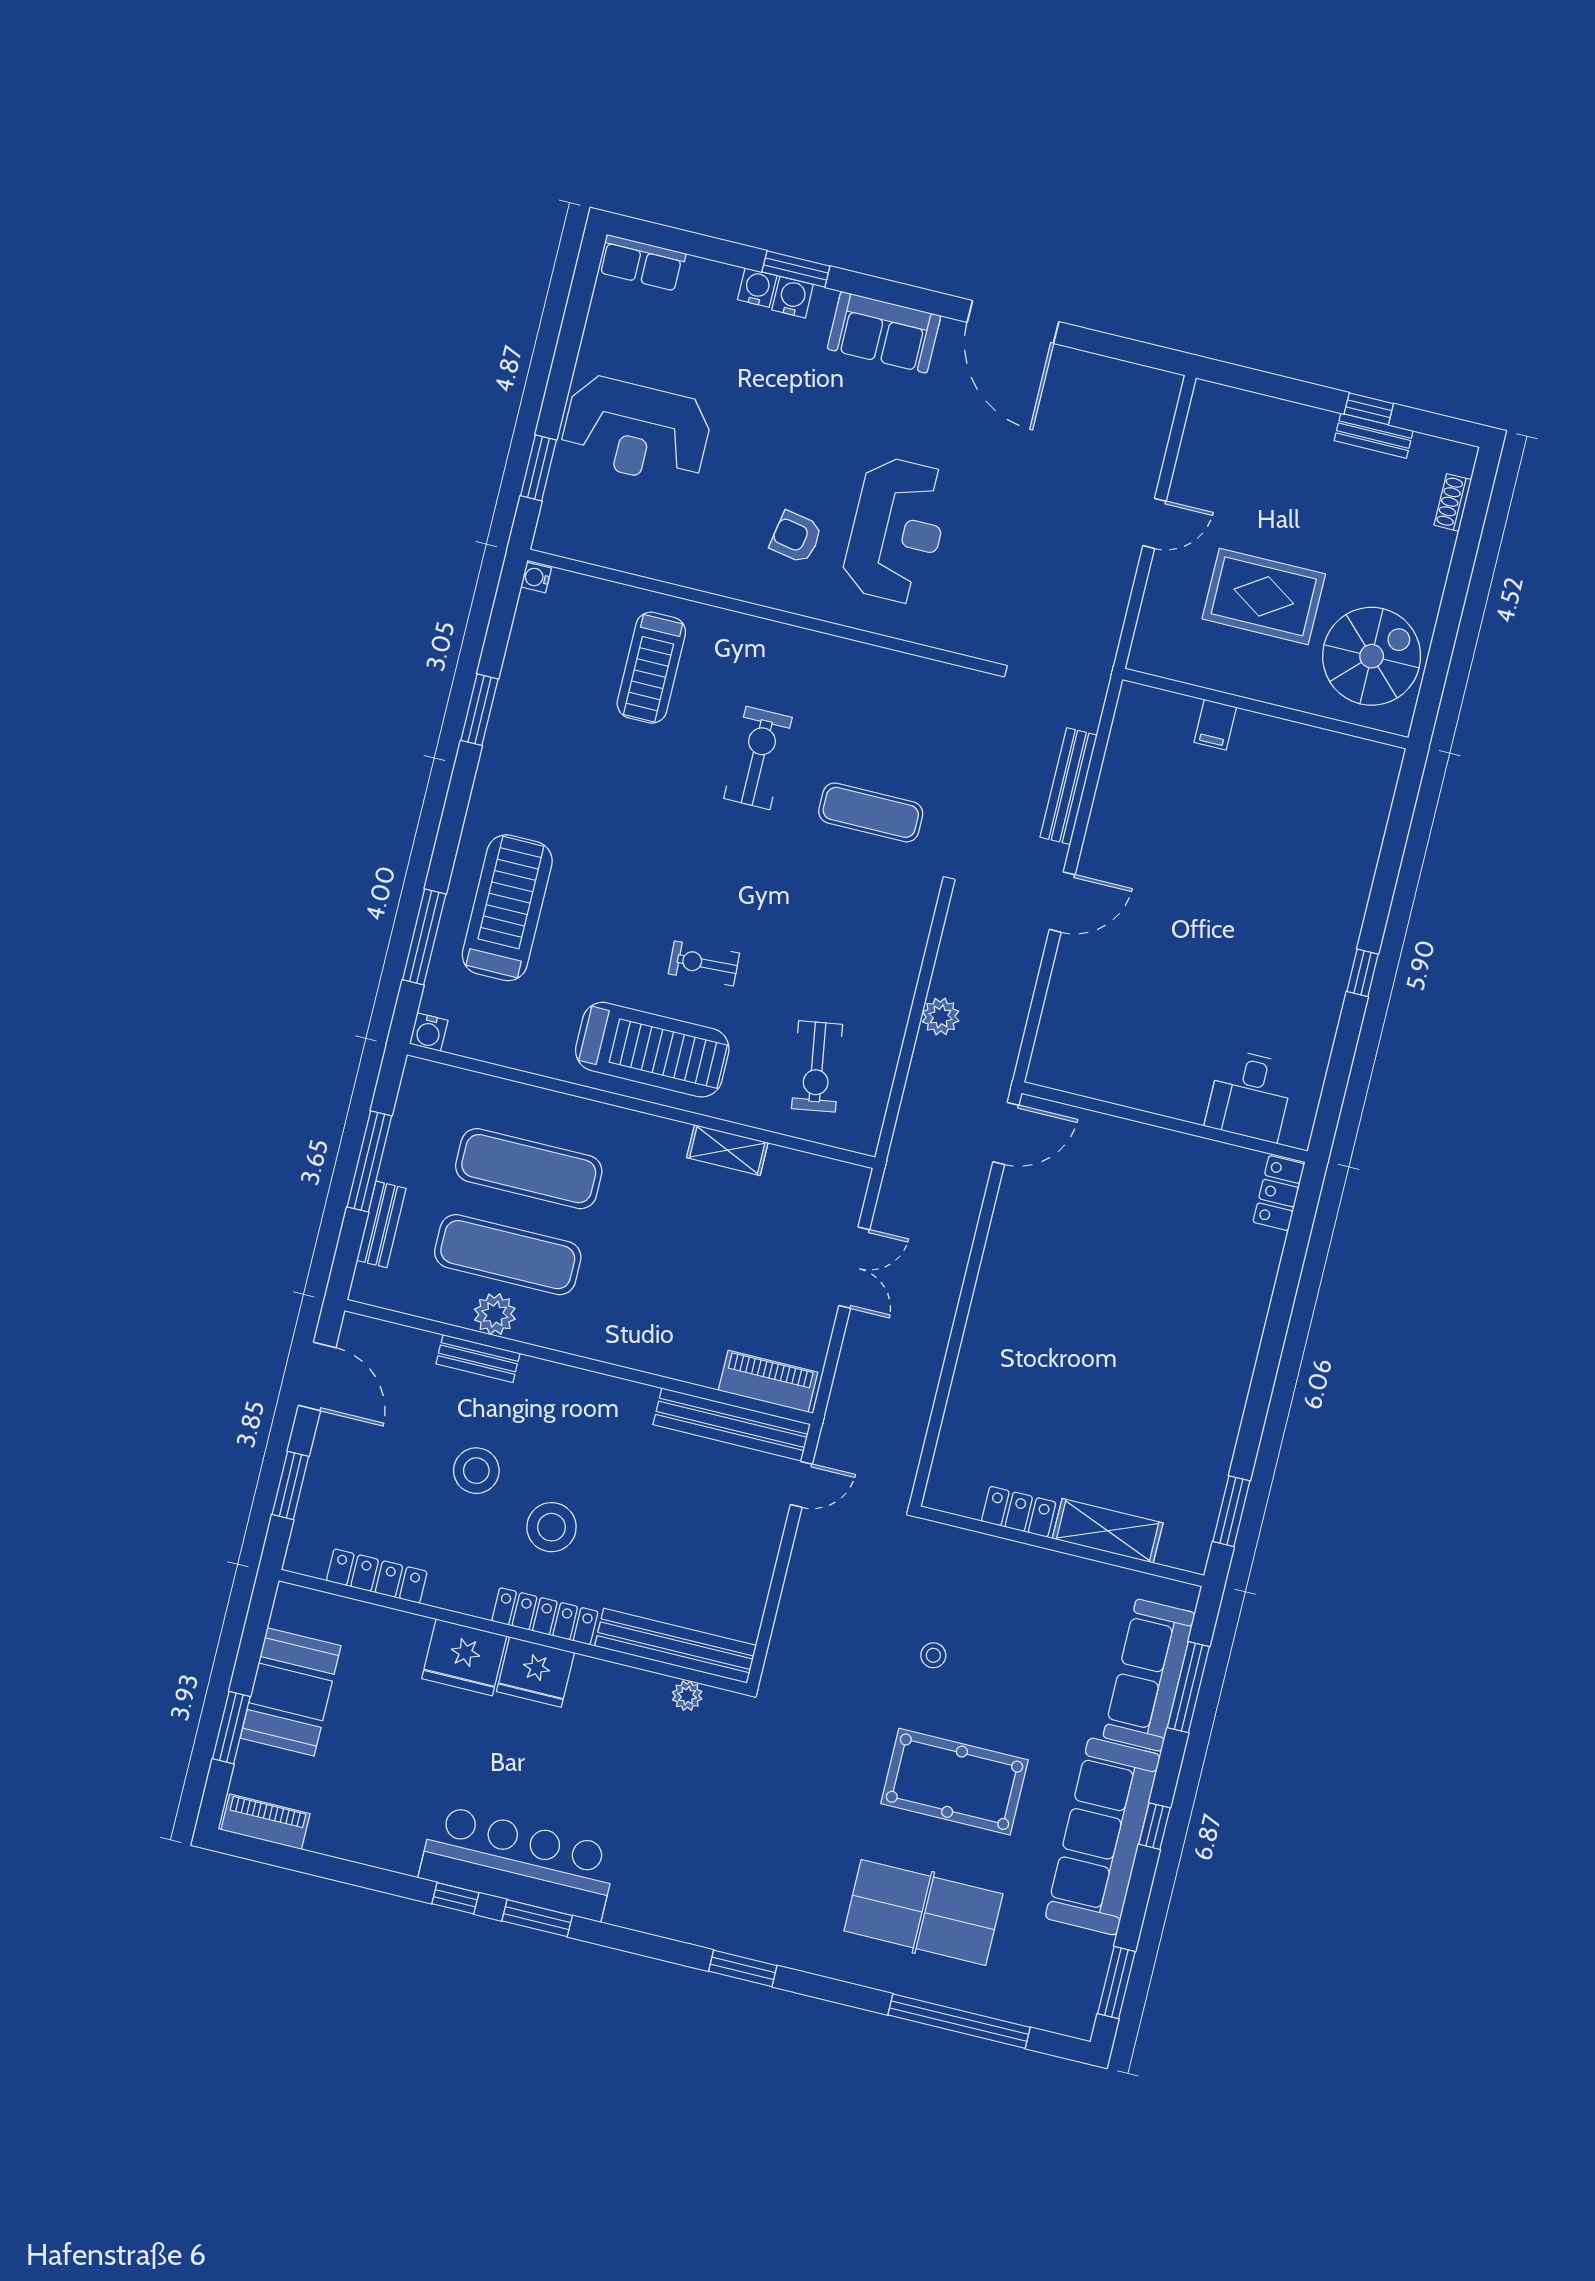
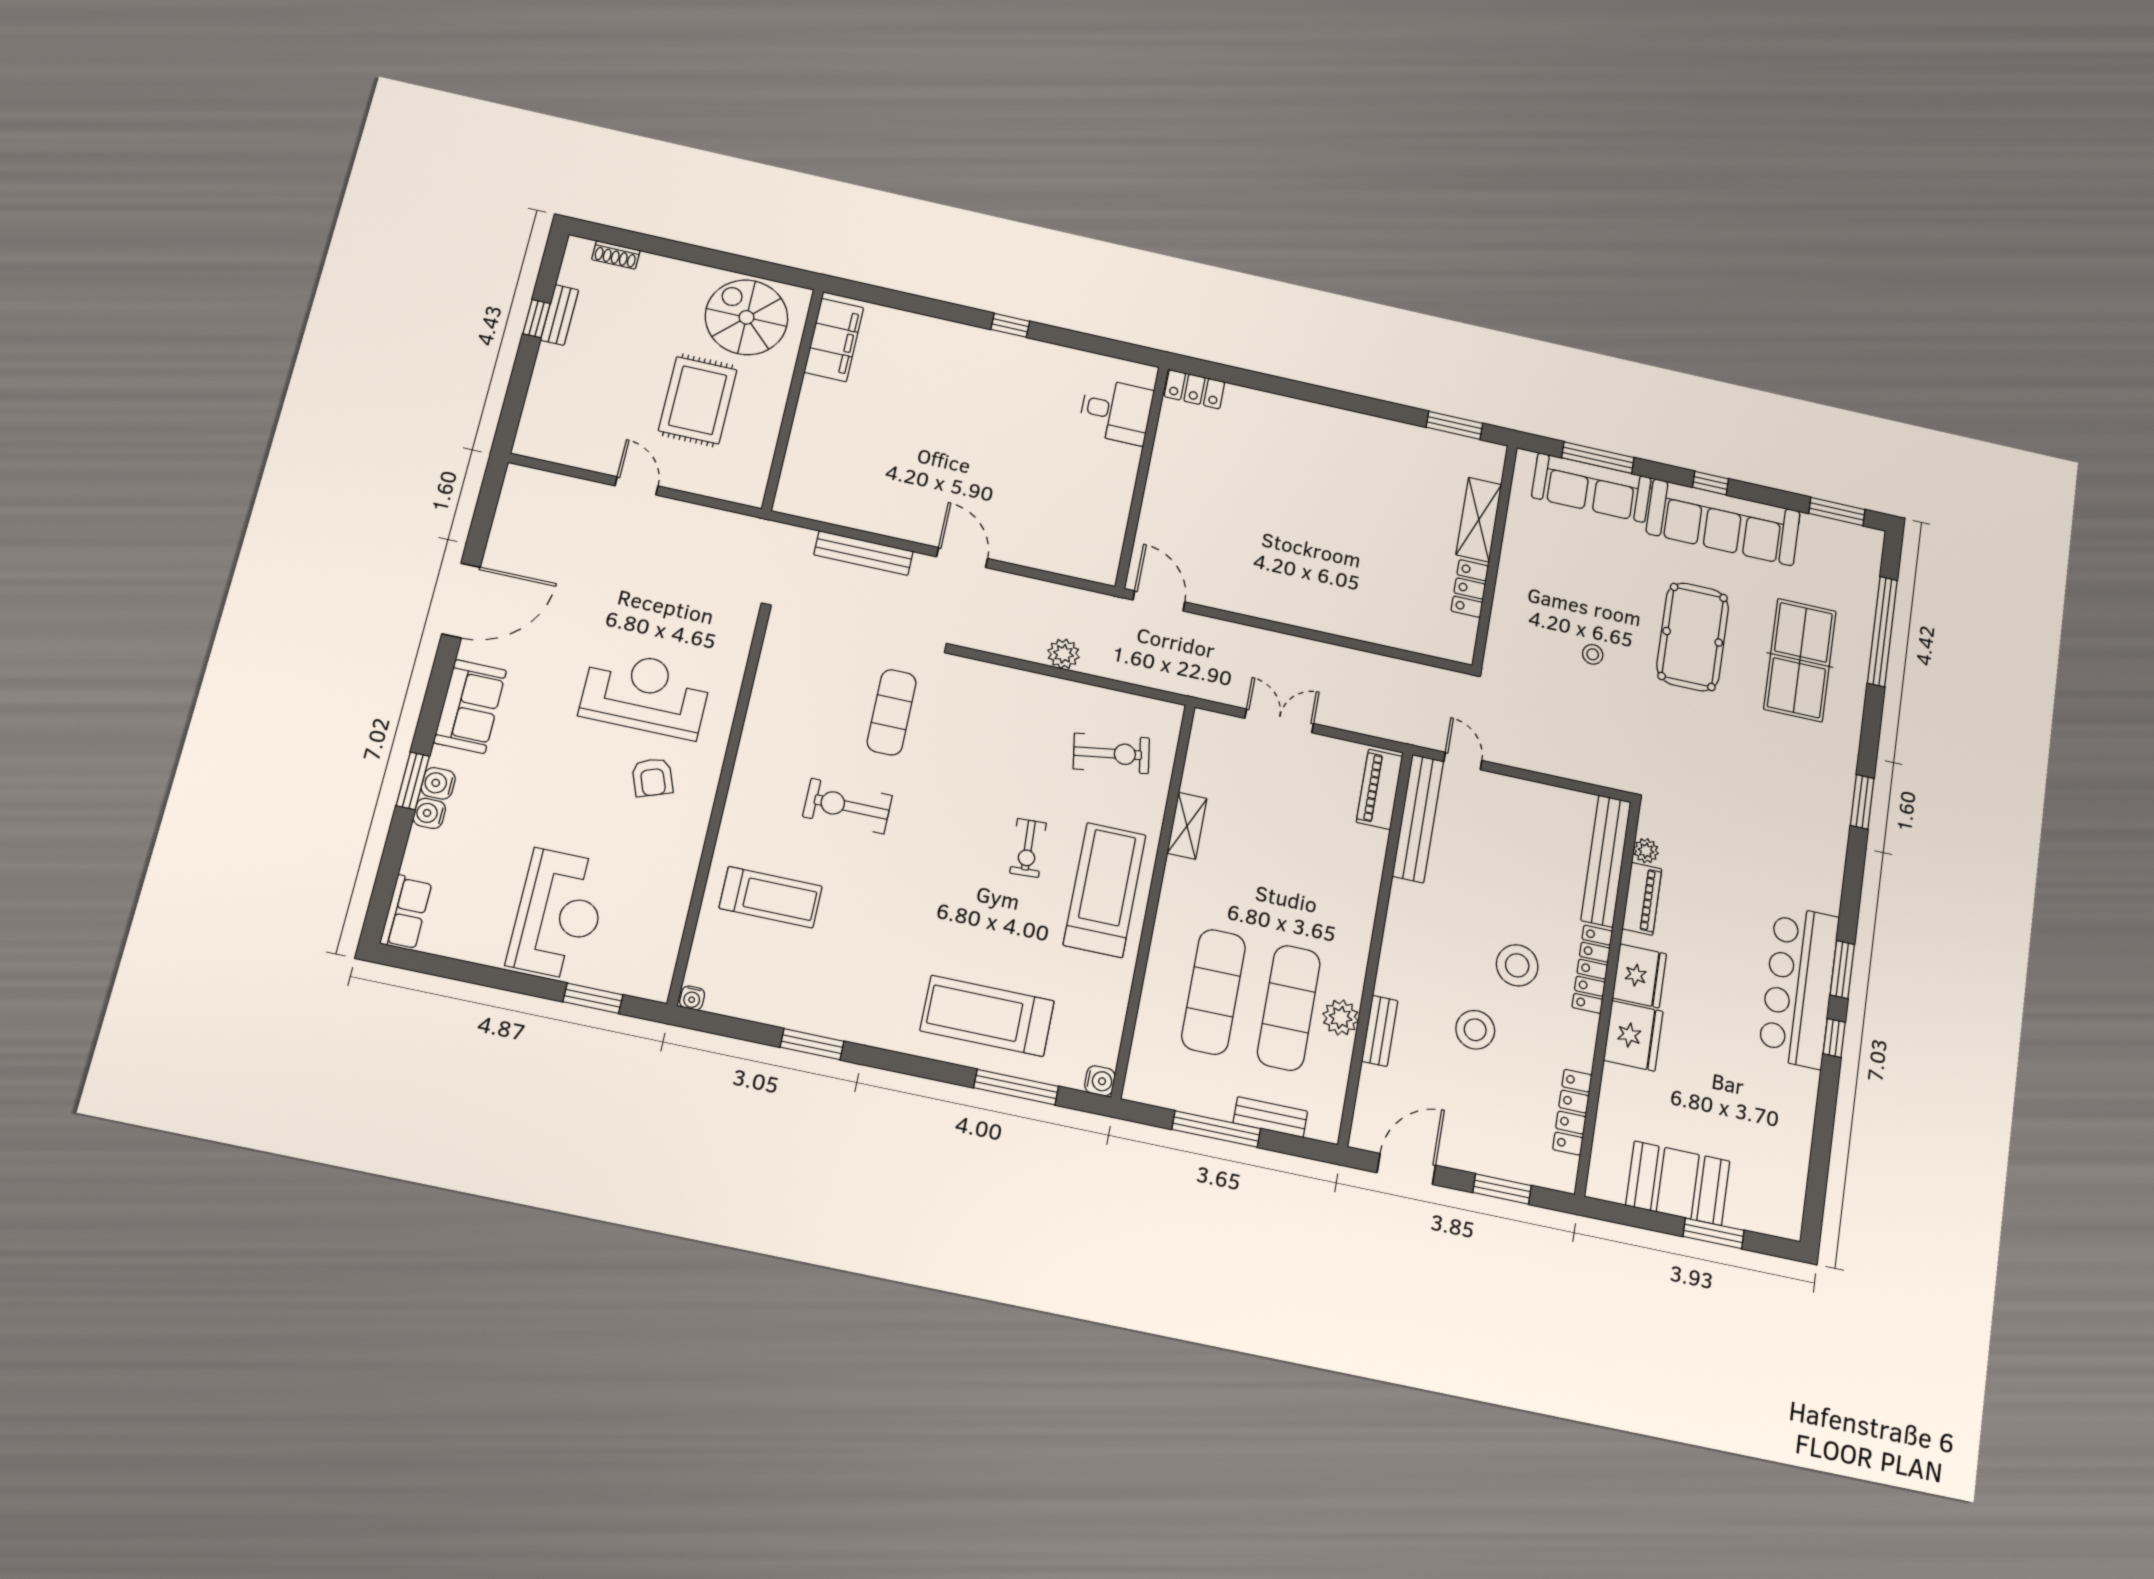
armchair: (796, 537) -> (652, 777), turned -30
filing cabinet: (1215, 725) -> (834, 340), moved, width x3.00, depth x1.17
piano: (266, 1822) -> (1642, 899), moved, turned 180

